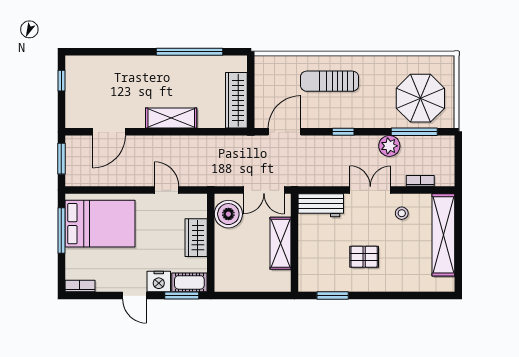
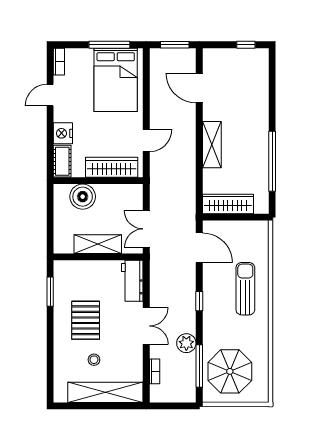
stool: (402, 213) -> (94, 360), moved
boiler: (228, 214) -> (83, 197), moved
wardrobe: (196, 238) -> (112, 167), width x1.50
pallet: (364, 257) -> (86, 320), width x1.50, depth x1.42
door: (135, 296) -> (50, 95), moved
window: (182, 296) -> (50, 154), removed

